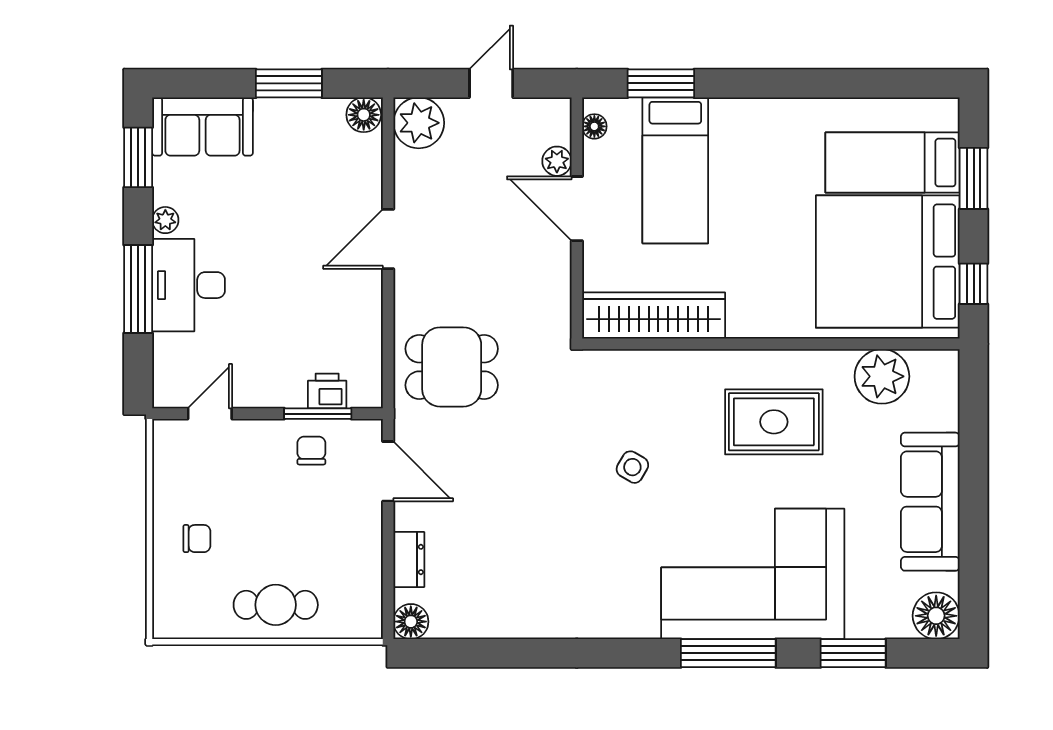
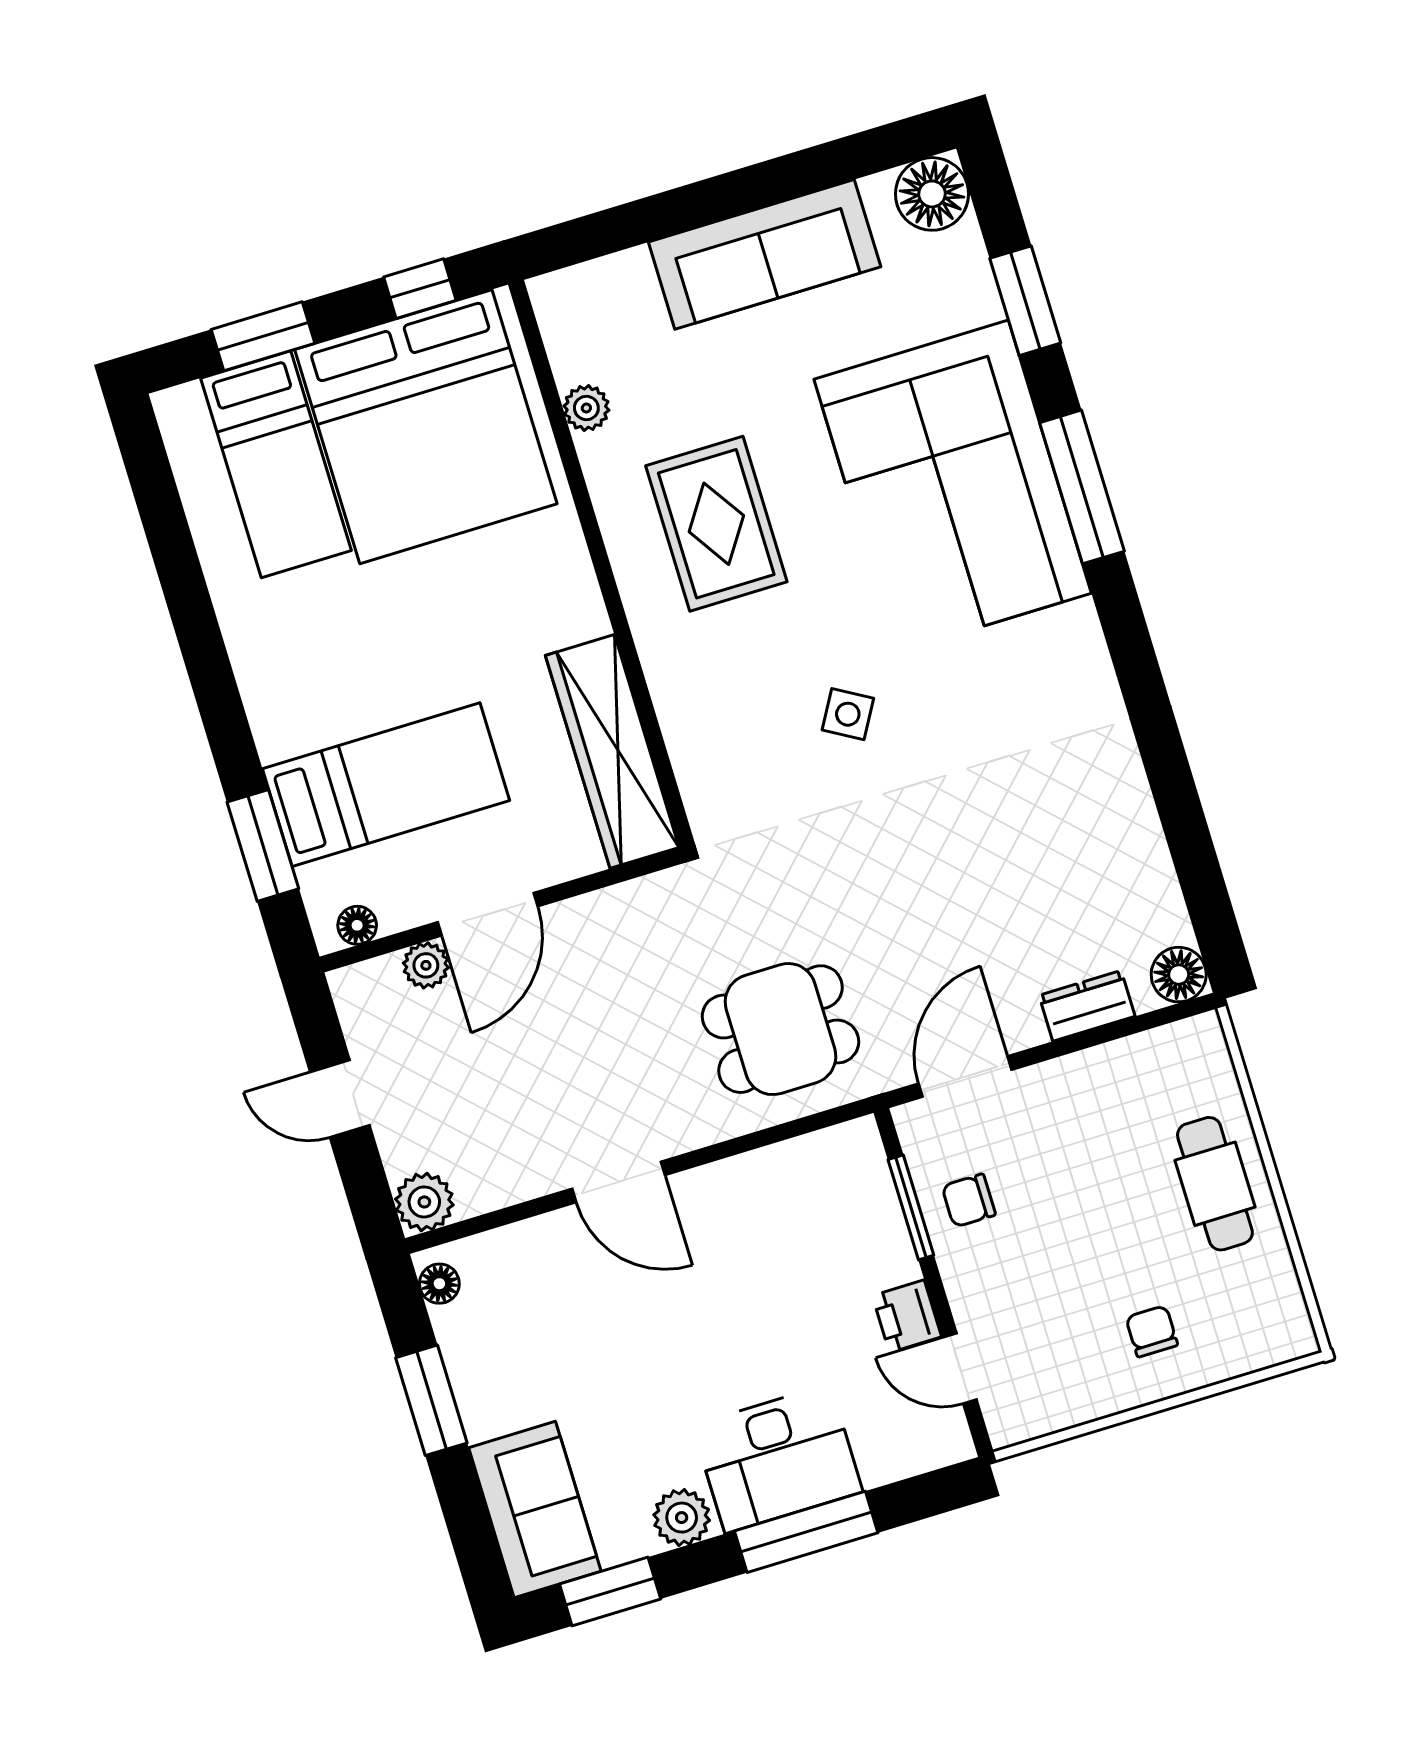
floor lamp: (364, 115) -> (439, 1284), width x0.73, depth x0.73
plant: (419, 123) -> (424, 1202), width x0.73, depth x0.73
plant: (165, 220) -> (682, 1518), width x1.38, depth x1.38
dining table: (452, 367) -> (780, 1029), turned 90
plant: (882, 376) -> (586, 408), width x0.53, depth x0.53
printer: (327, 391) -> (907, 1316), moved

